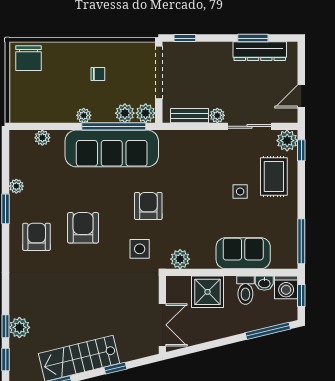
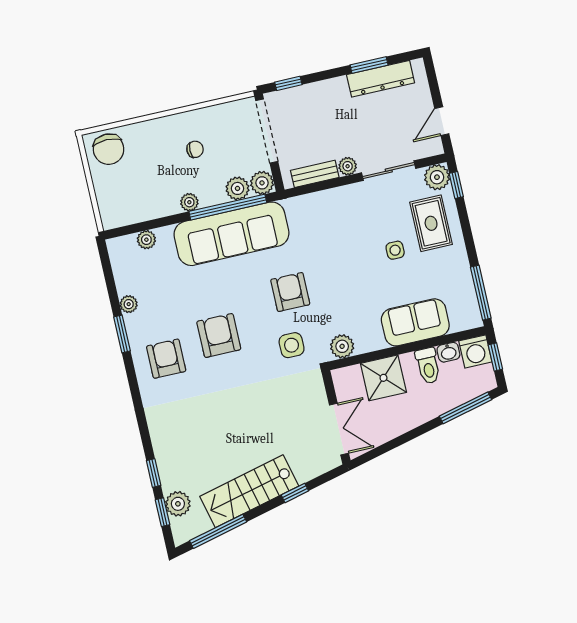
plant: (19, 327) -> (178, 504), moved

